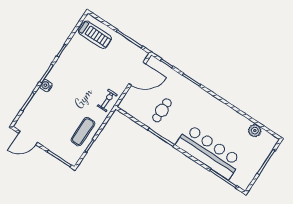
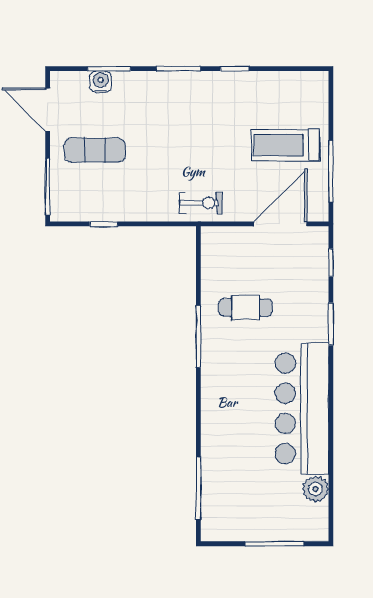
treadmill: (95, 35) -> (285, 145), moved, turned 90
door: (137, 74) -> (280, 224), swing flipped
water cooler: (46, 86) -> (101, 82), moved
exercise mat: (83, 132) -> (95, 150), moved
bar counter: (209, 152) -> (302, 408), moved, turned 180

